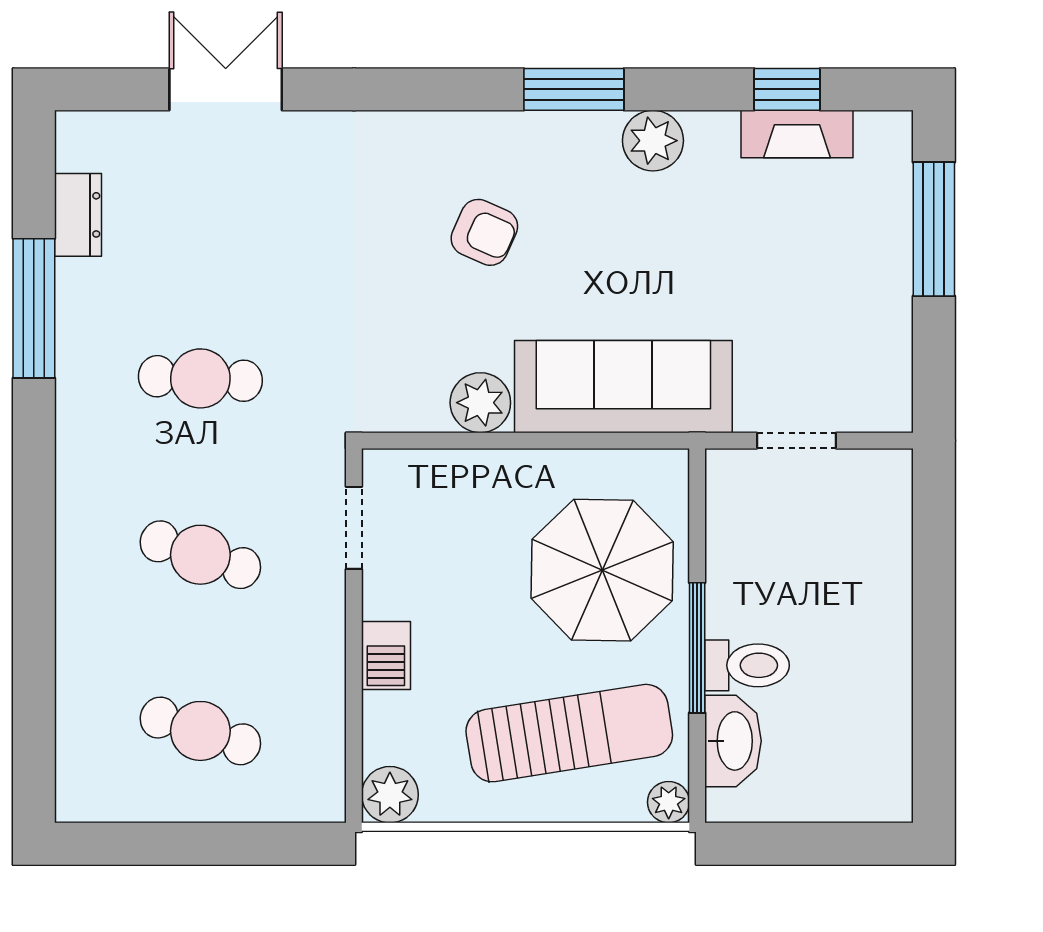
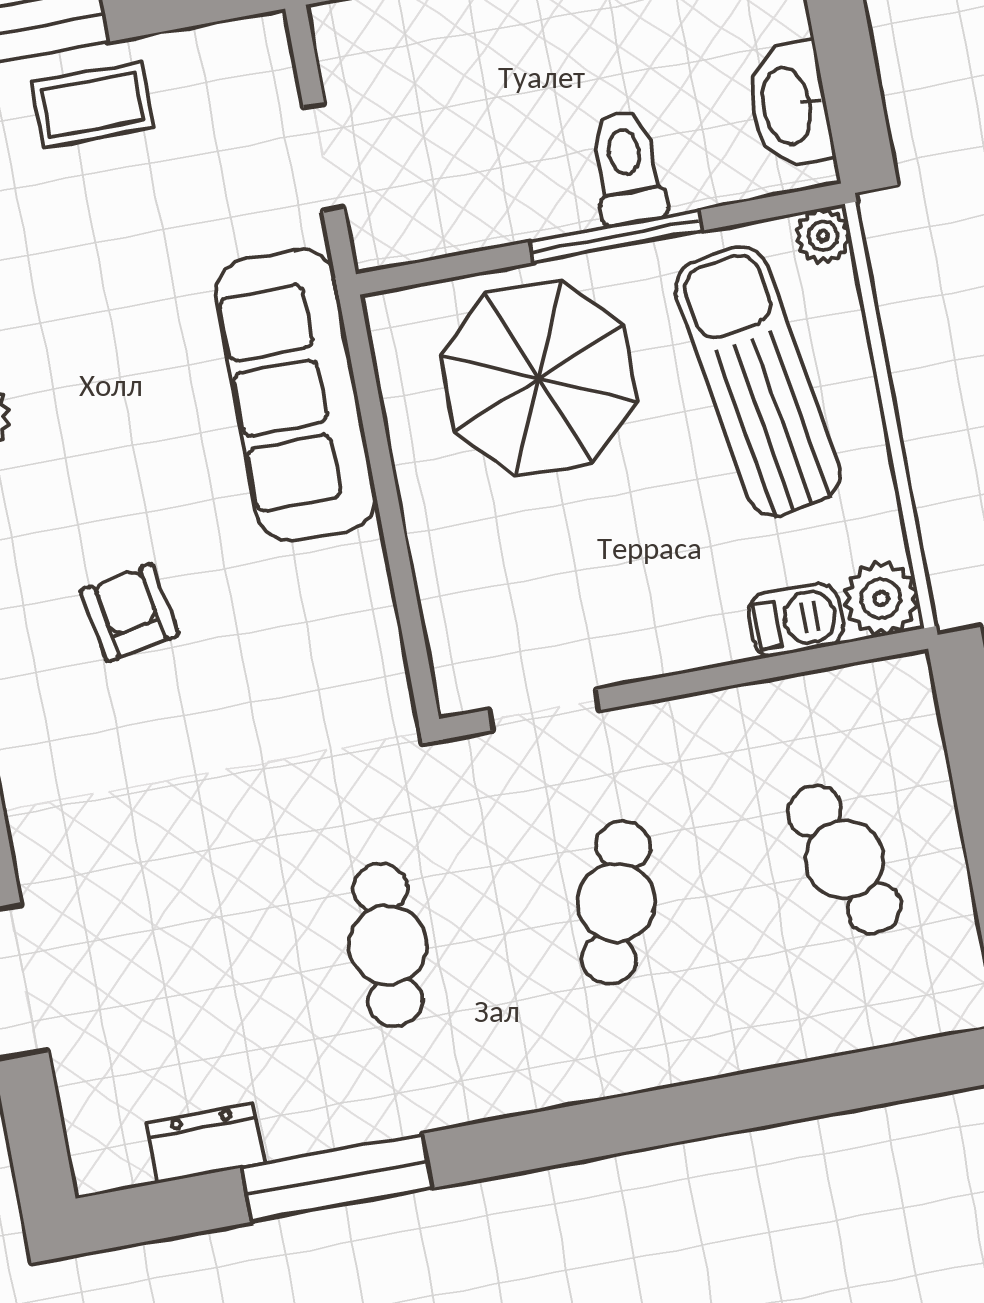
armchair: (484, 232) -> (130, 613), turned -34
coffee table: (868, 276) -> (93, 105), added
plant: (480, 403) -> (351, 576), removed
barbecue: (386, 656) -> (796, 620), moved
cafe table: (200, 731) -> (844, 860), turned -39
washbasin: (733, 741) -> (789, 105), moved, turned -90

